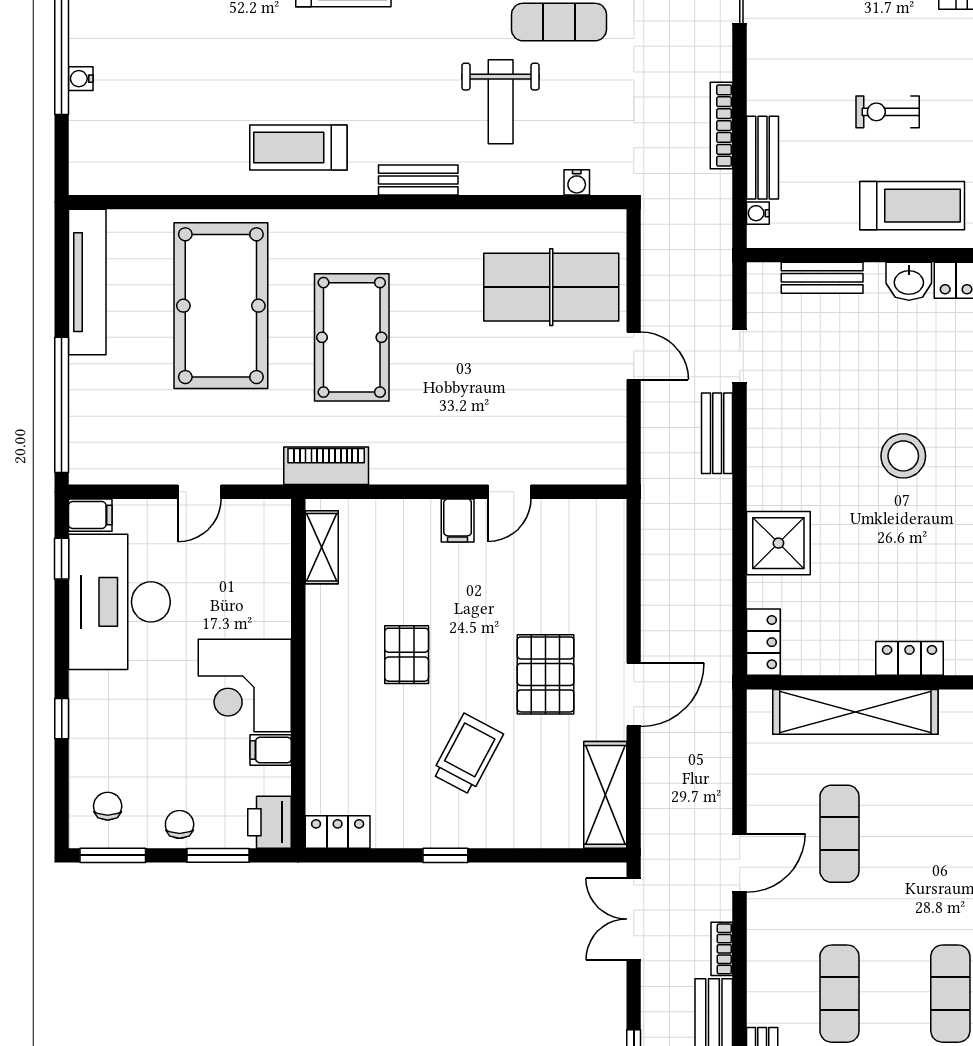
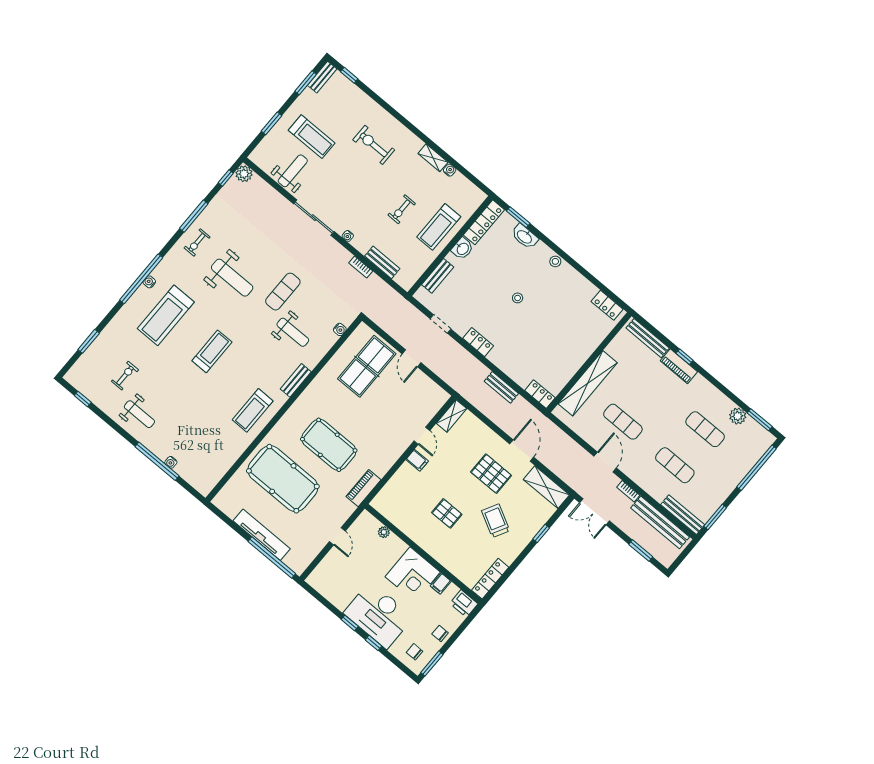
bookcase: (721, 126) -> (361, 267), width x0.64
treadmill: (912, 206) -> (439, 227), turned 180
water cooler: (758, 213) -> (348, 236), moved
tv unit: (87, 282) -> (262, 535), moved
door: (634, 356) -> (412, 358), swing flipped
bench: (717, 433) -> (501, 387), moved
stool: (903, 456) -> (518, 298), width x0.53, depth x0.53
filing cabinet: (90, 515) -> (315, 578), removed
shower: (778, 543) -> (512, 362), removed
shelving: (322, 547) -> (451, 416), moved, turned 90
window: (62, 559) -> (350, 623), moved
plant: (277, 569) -> (384, 532), added
desk: (119, 602) -> (379, 615), moved
locker: (910, 658) -> (478, 342), moved, turned 90
locker: (338, 832) -> (490, 579), width x1.53
window: (218, 855) -> (461, 629), removed
window: (445, 855) -> (541, 533), moved

